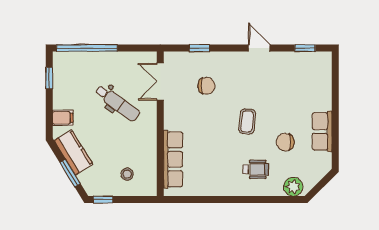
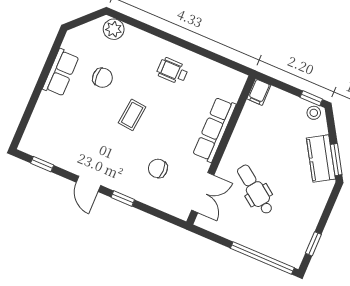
window: (200, 48) -> (123, 198), moved
filing cabinet: (63, 118) -> (259, 92), moved, turned -90
row of seats: (173, 159) -> (214, 130), moved
wheelchair: (256, 169) -> (172, 71), moved
window: (70, 173) -> (336, 160), moved
stool: (127, 174) -> (314, 113), moved

